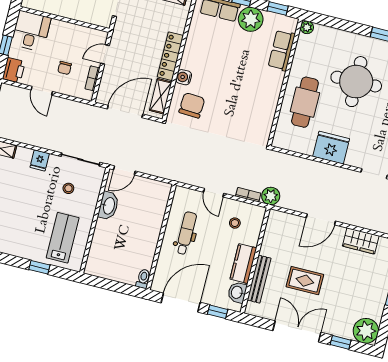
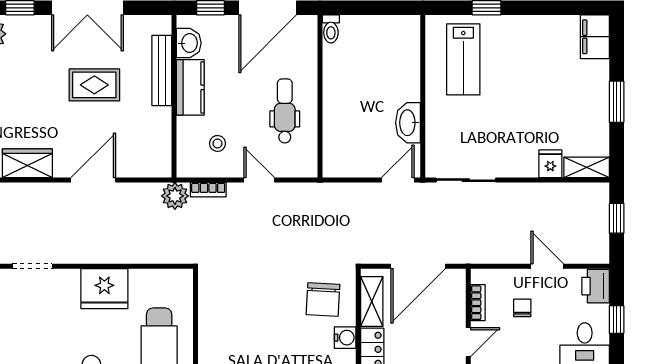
fridge: (40, 160) -> (550, 164), moved
stool: (68, 188) -> (473, 134), removed
dental chair: (186, 233) -> (285, 111), turned 180

